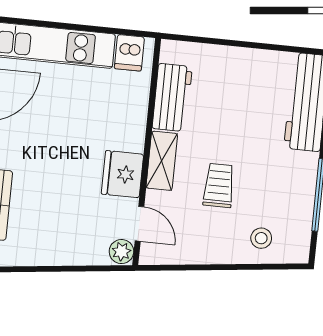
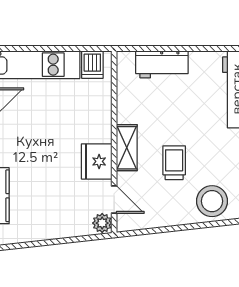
workbench: (172, 98) -> (162, 64), moved, turned 90
stool: (261, 238) -> (212, 201), width x1.89, depth x1.89

